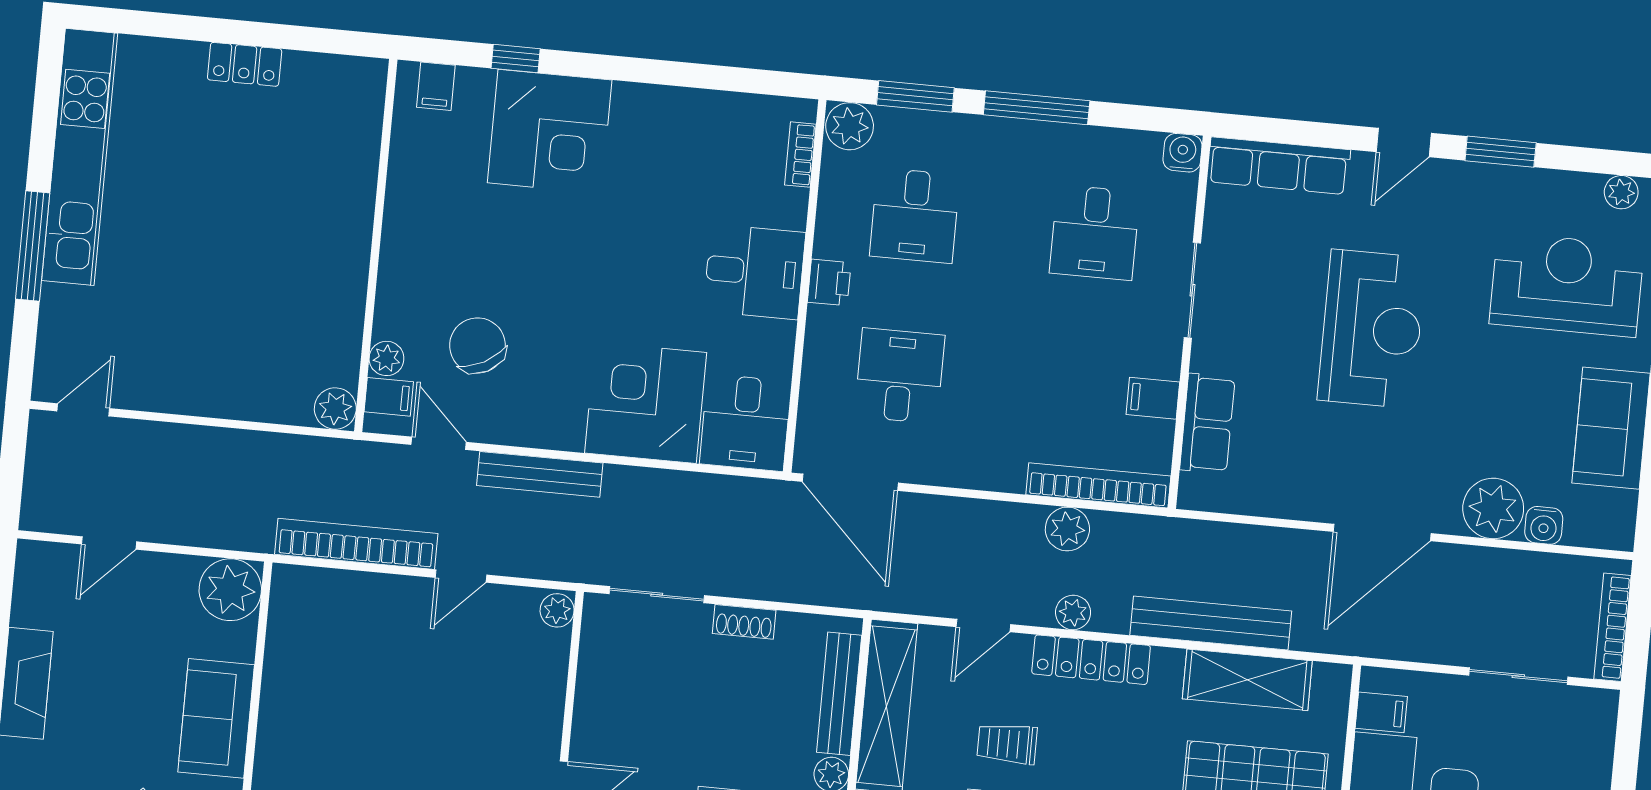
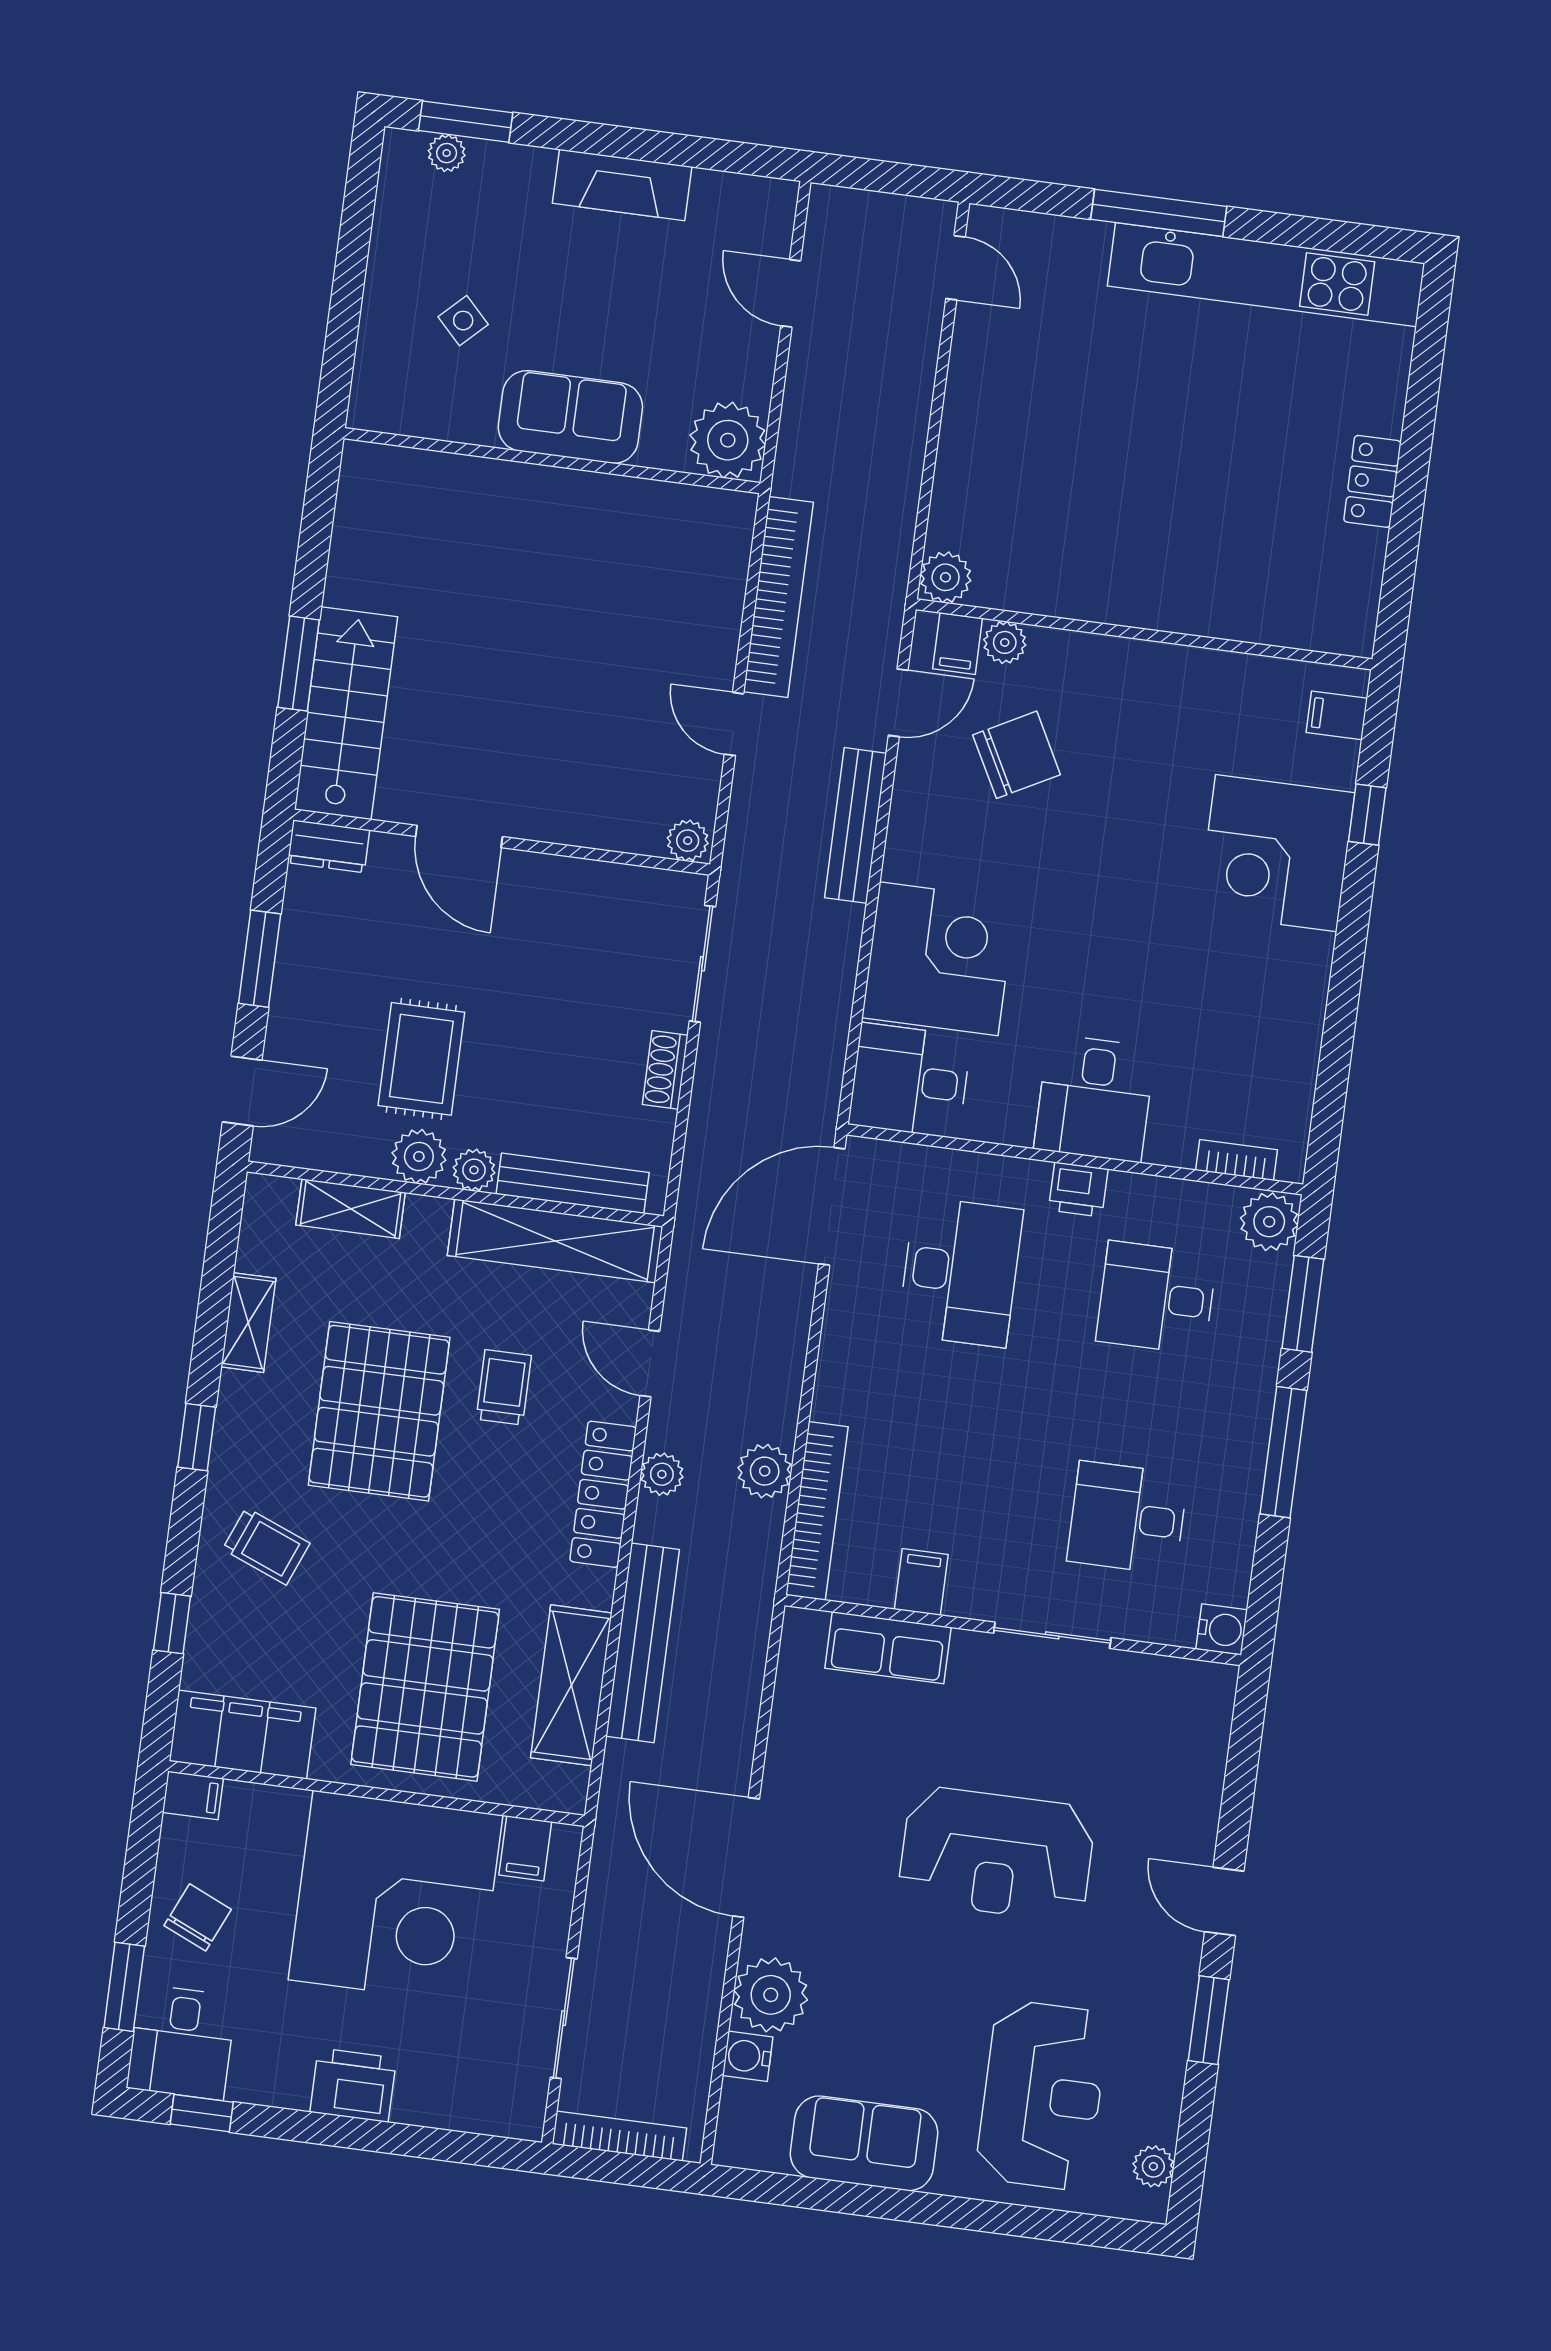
row of seats: (1279, 166) -> (1201, 1747), removed
desk: (900, 376) -> (960, 1272), width x1.37

